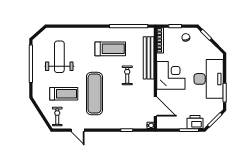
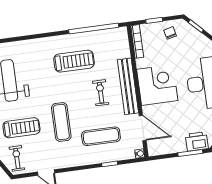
bench: (149, 58) -> (128, 86), moved
exercise mat: (94, 94) -> (61, 122), width x0.73, depth x0.69
exercise mat: (123, 108) -> (101, 136), added

